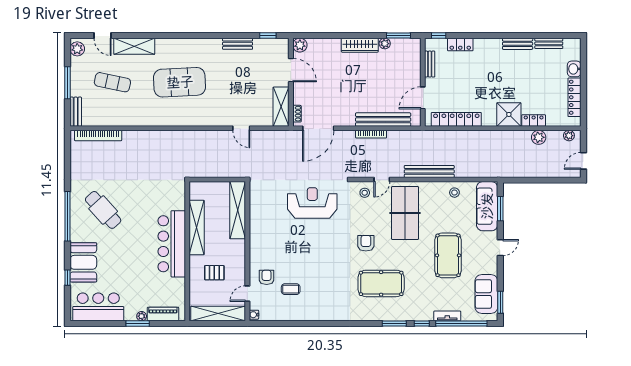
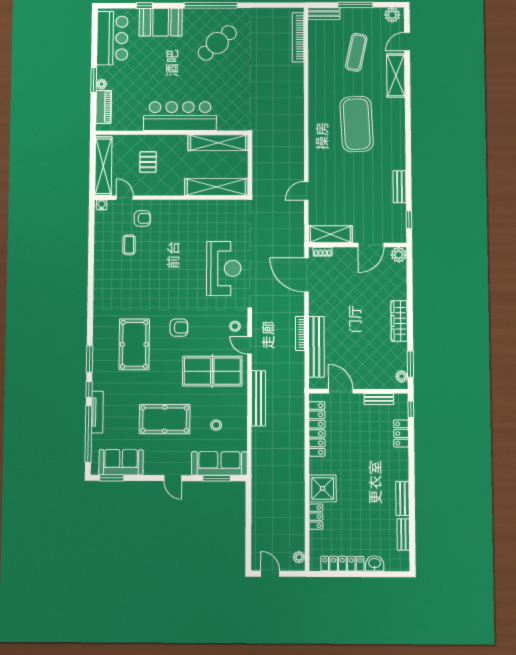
plant: (385, 44) -> (402, 376), moved
plant: (539, 137) -> (297, 522), removed
stool: (454, 193) -> (216, 425), moved
shelving: (197, 228) -> (218, 143), moved
tv unit: (447, 316) -> (97, 412), width x1.41

